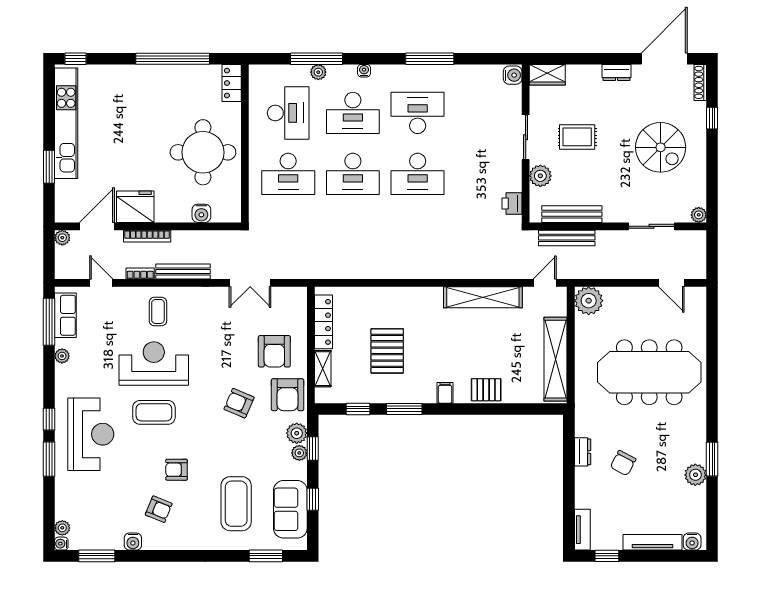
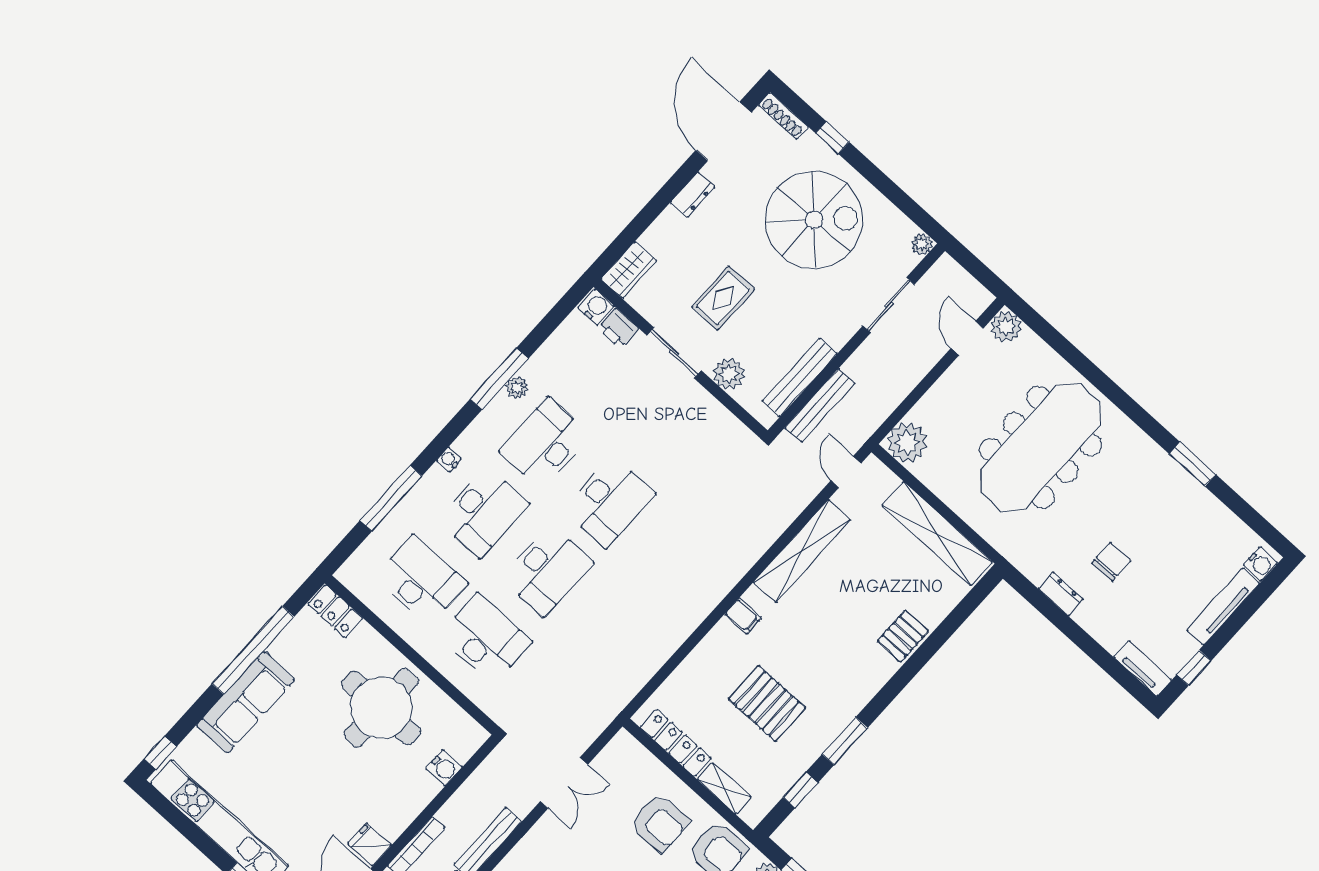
plant: (318, 72) -> (517, 388), moved
sofa: (142, 79) -> (246, 702), added
spiral stairs: (661, 147) -> (814, 220), width x1.37, depth x1.37
desk: (288, 174) -> (485, 638), turned -90
printer: (512, 203) -> (618, 328), moved
fridge: (135, 207) -> (370, 844), width x0.53, depth x0.75
door: (671, 283) -> (967, 338), swing flipped
filing cabinet: (445, 393) -> (743, 616), moved, turned 180
chair: (623, 463) -> (1111, 562), turned -118
plant: (695, 475) -> (1006, 327), moved

